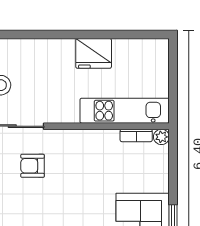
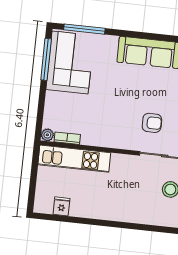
fridge: (94, 53) -> (61, 206), moved, width x0.53, depth x0.75

